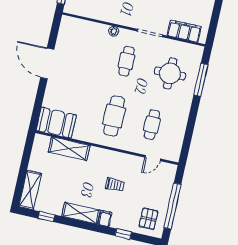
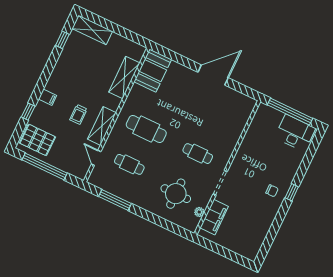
plant: (114, 31) -> (199, 212), moved
window: (201, 80) -> (115, 200), moved
shelving: (81, 213) -> (102, 126), moved
pallet: (148, 219) -> (37, 140), width x1.50, depth x1.42

